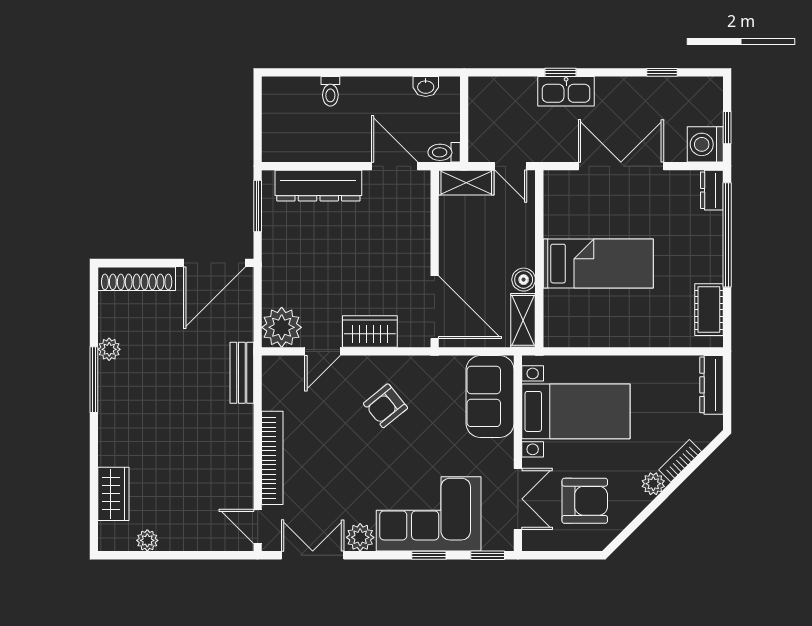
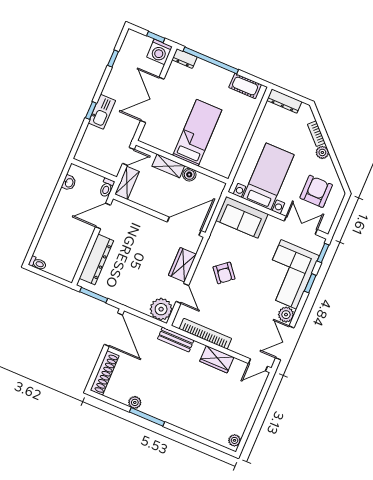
toilet: (330, 91) -> (38, 263), moved
shelving: (523, 320) -> (168, 166), moved
bookcase: (272, 458) -> (205, 334), moved
wardrobe: (113, 494) -> (217, 359), moved, turned 180
plant: (147, 540) -> (234, 440), moved

